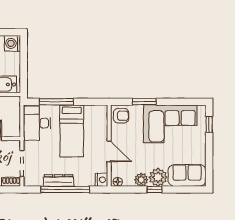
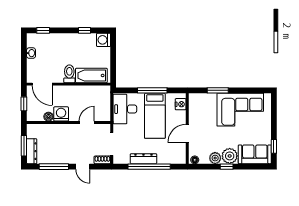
window: (56, 102) -> (152, 90), moved
armchair: (121, 116) -> (198, 103), removed
window: (209, 125) -> (274, 146), moved
door: (109, 151) -> (187, 133), swing flipped
nightstand: (101, 180) -> (181, 104), moved

